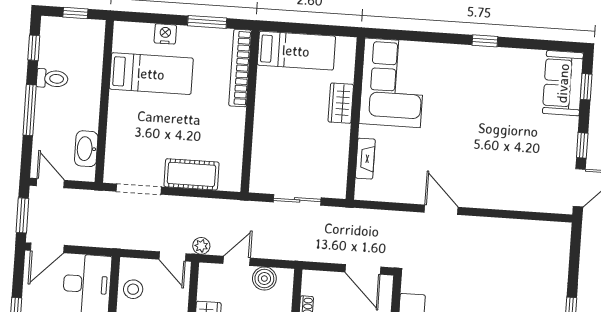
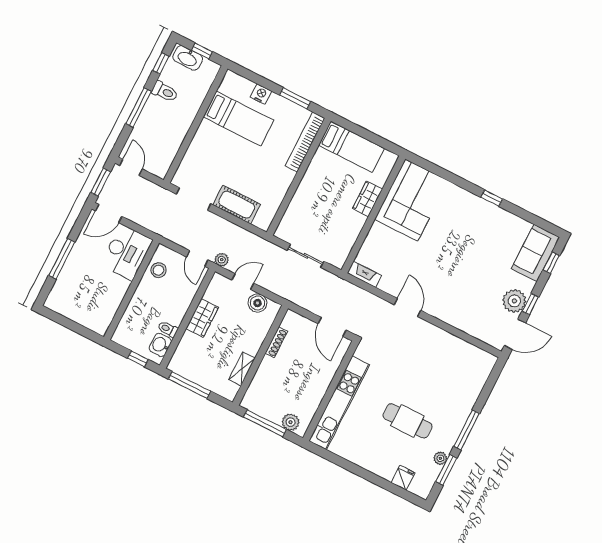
washbasin: (86, 149) -> (188, 58), moved, turned -90
plant: (562, 149) -> (514, 301), added
fireplace: (365, 159) -> (364, 274), moved, turned -90

